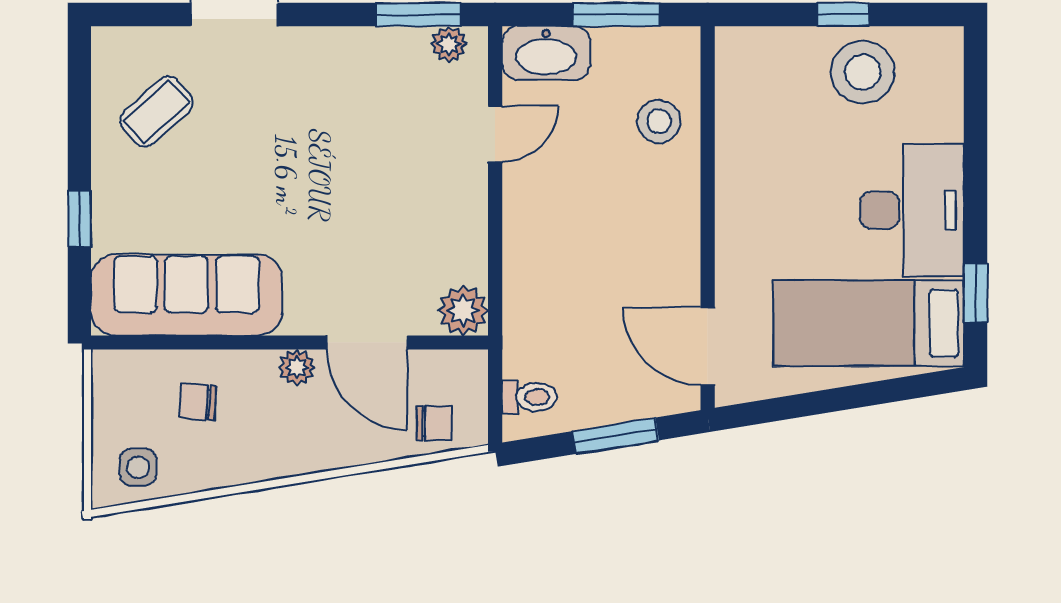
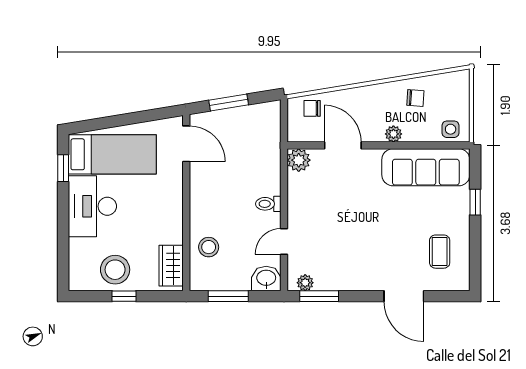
washbasin: (546, 53) -> (266, 278), width x0.72
wardrobe: (741, 81) -> (171, 266), added
coffee table: (156, 112) -> (440, 252), turned -48
plant: (297, 367) -> (393, 134), moved
toilet: (529, 397) -> (268, 204), moved
chair: (198, 402) -> (415, 98), moved
side table: (138, 467) -> (451, 129), moved

